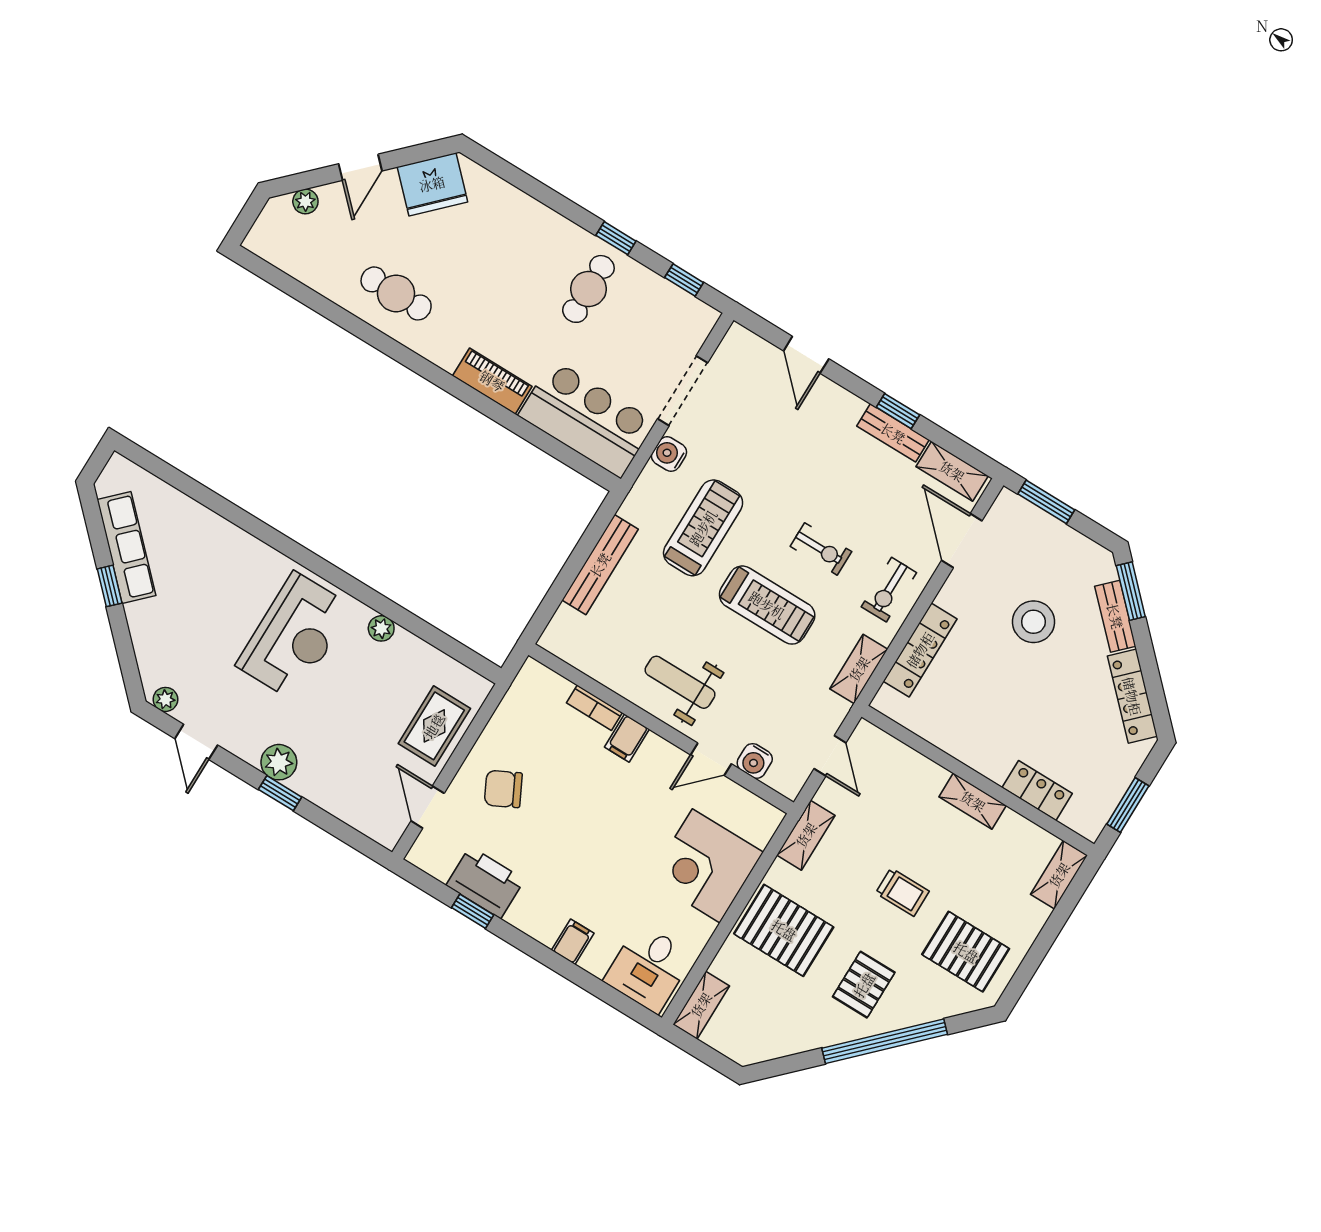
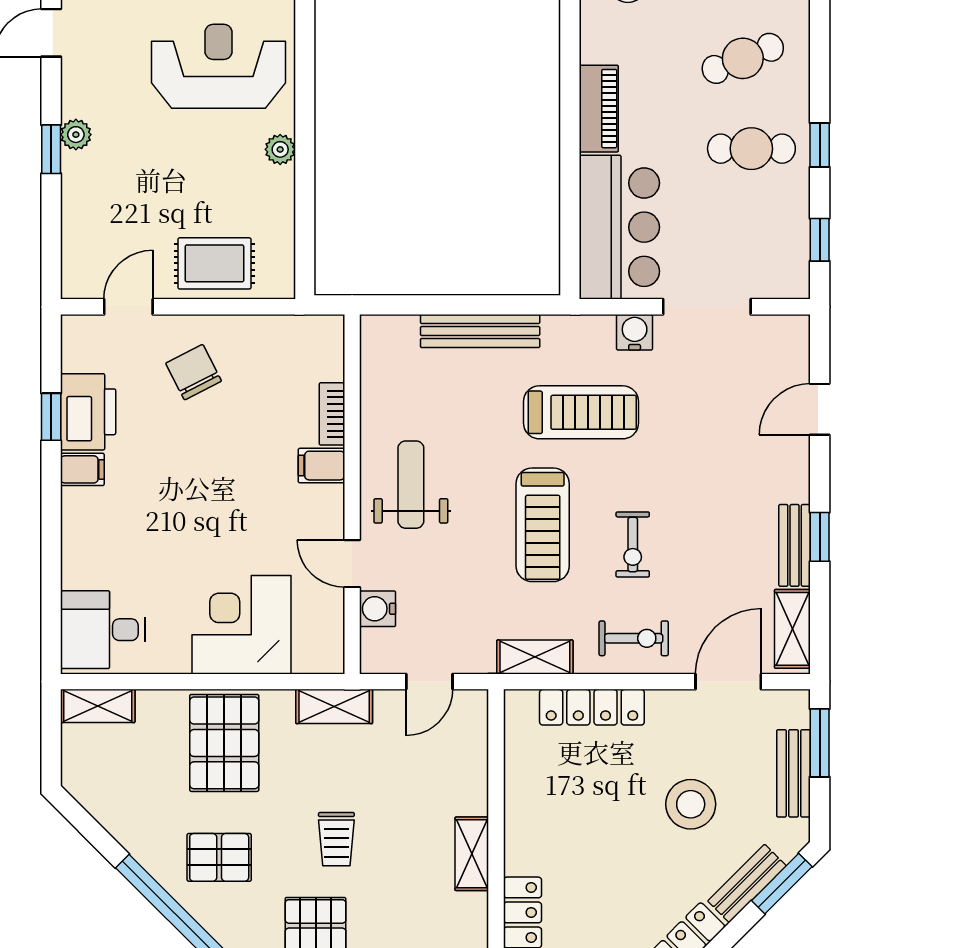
cafe table: (520, 255) -> (743, 58), added
bench: (1057, 534) -> (794, 773), added
exercise bike: (889, 590) -> (634, 638), turned 180
reception desk: (294, 636) -> (218, 66), turned 180
plant: (279, 762) -> (76, 135), width x0.73, depth x0.73
filing cabinet: (573, 942) -> (82, 469), moved

